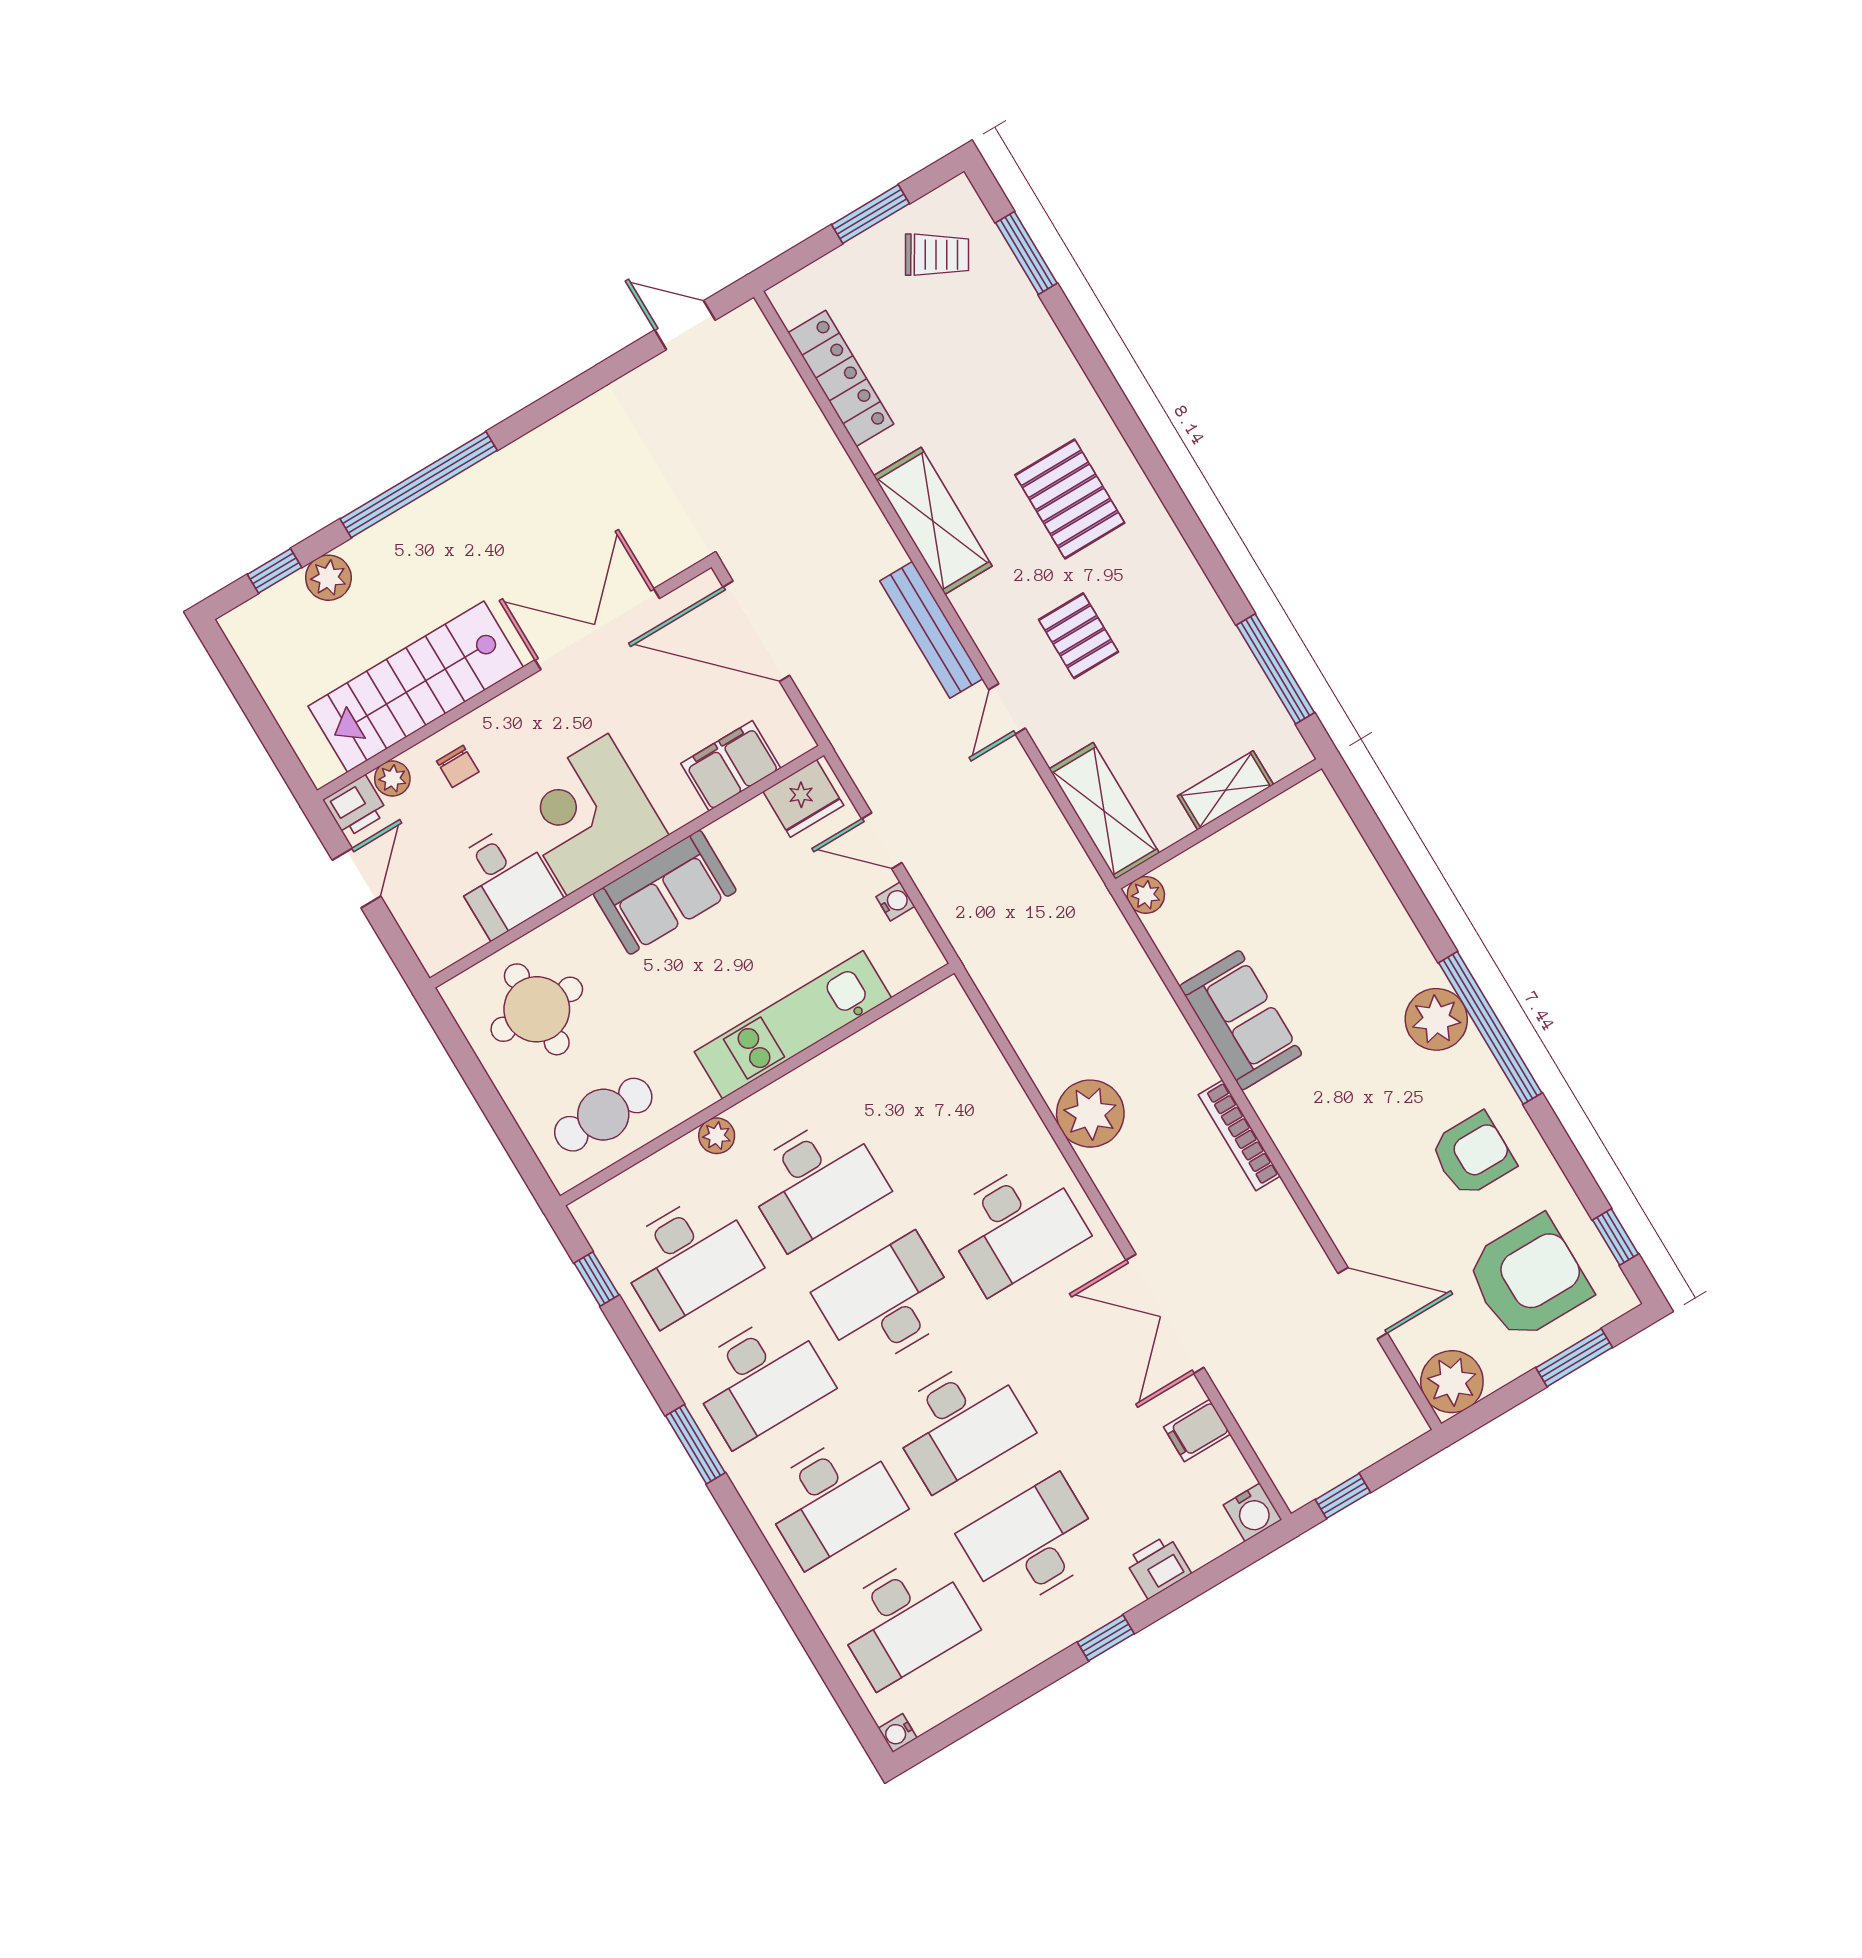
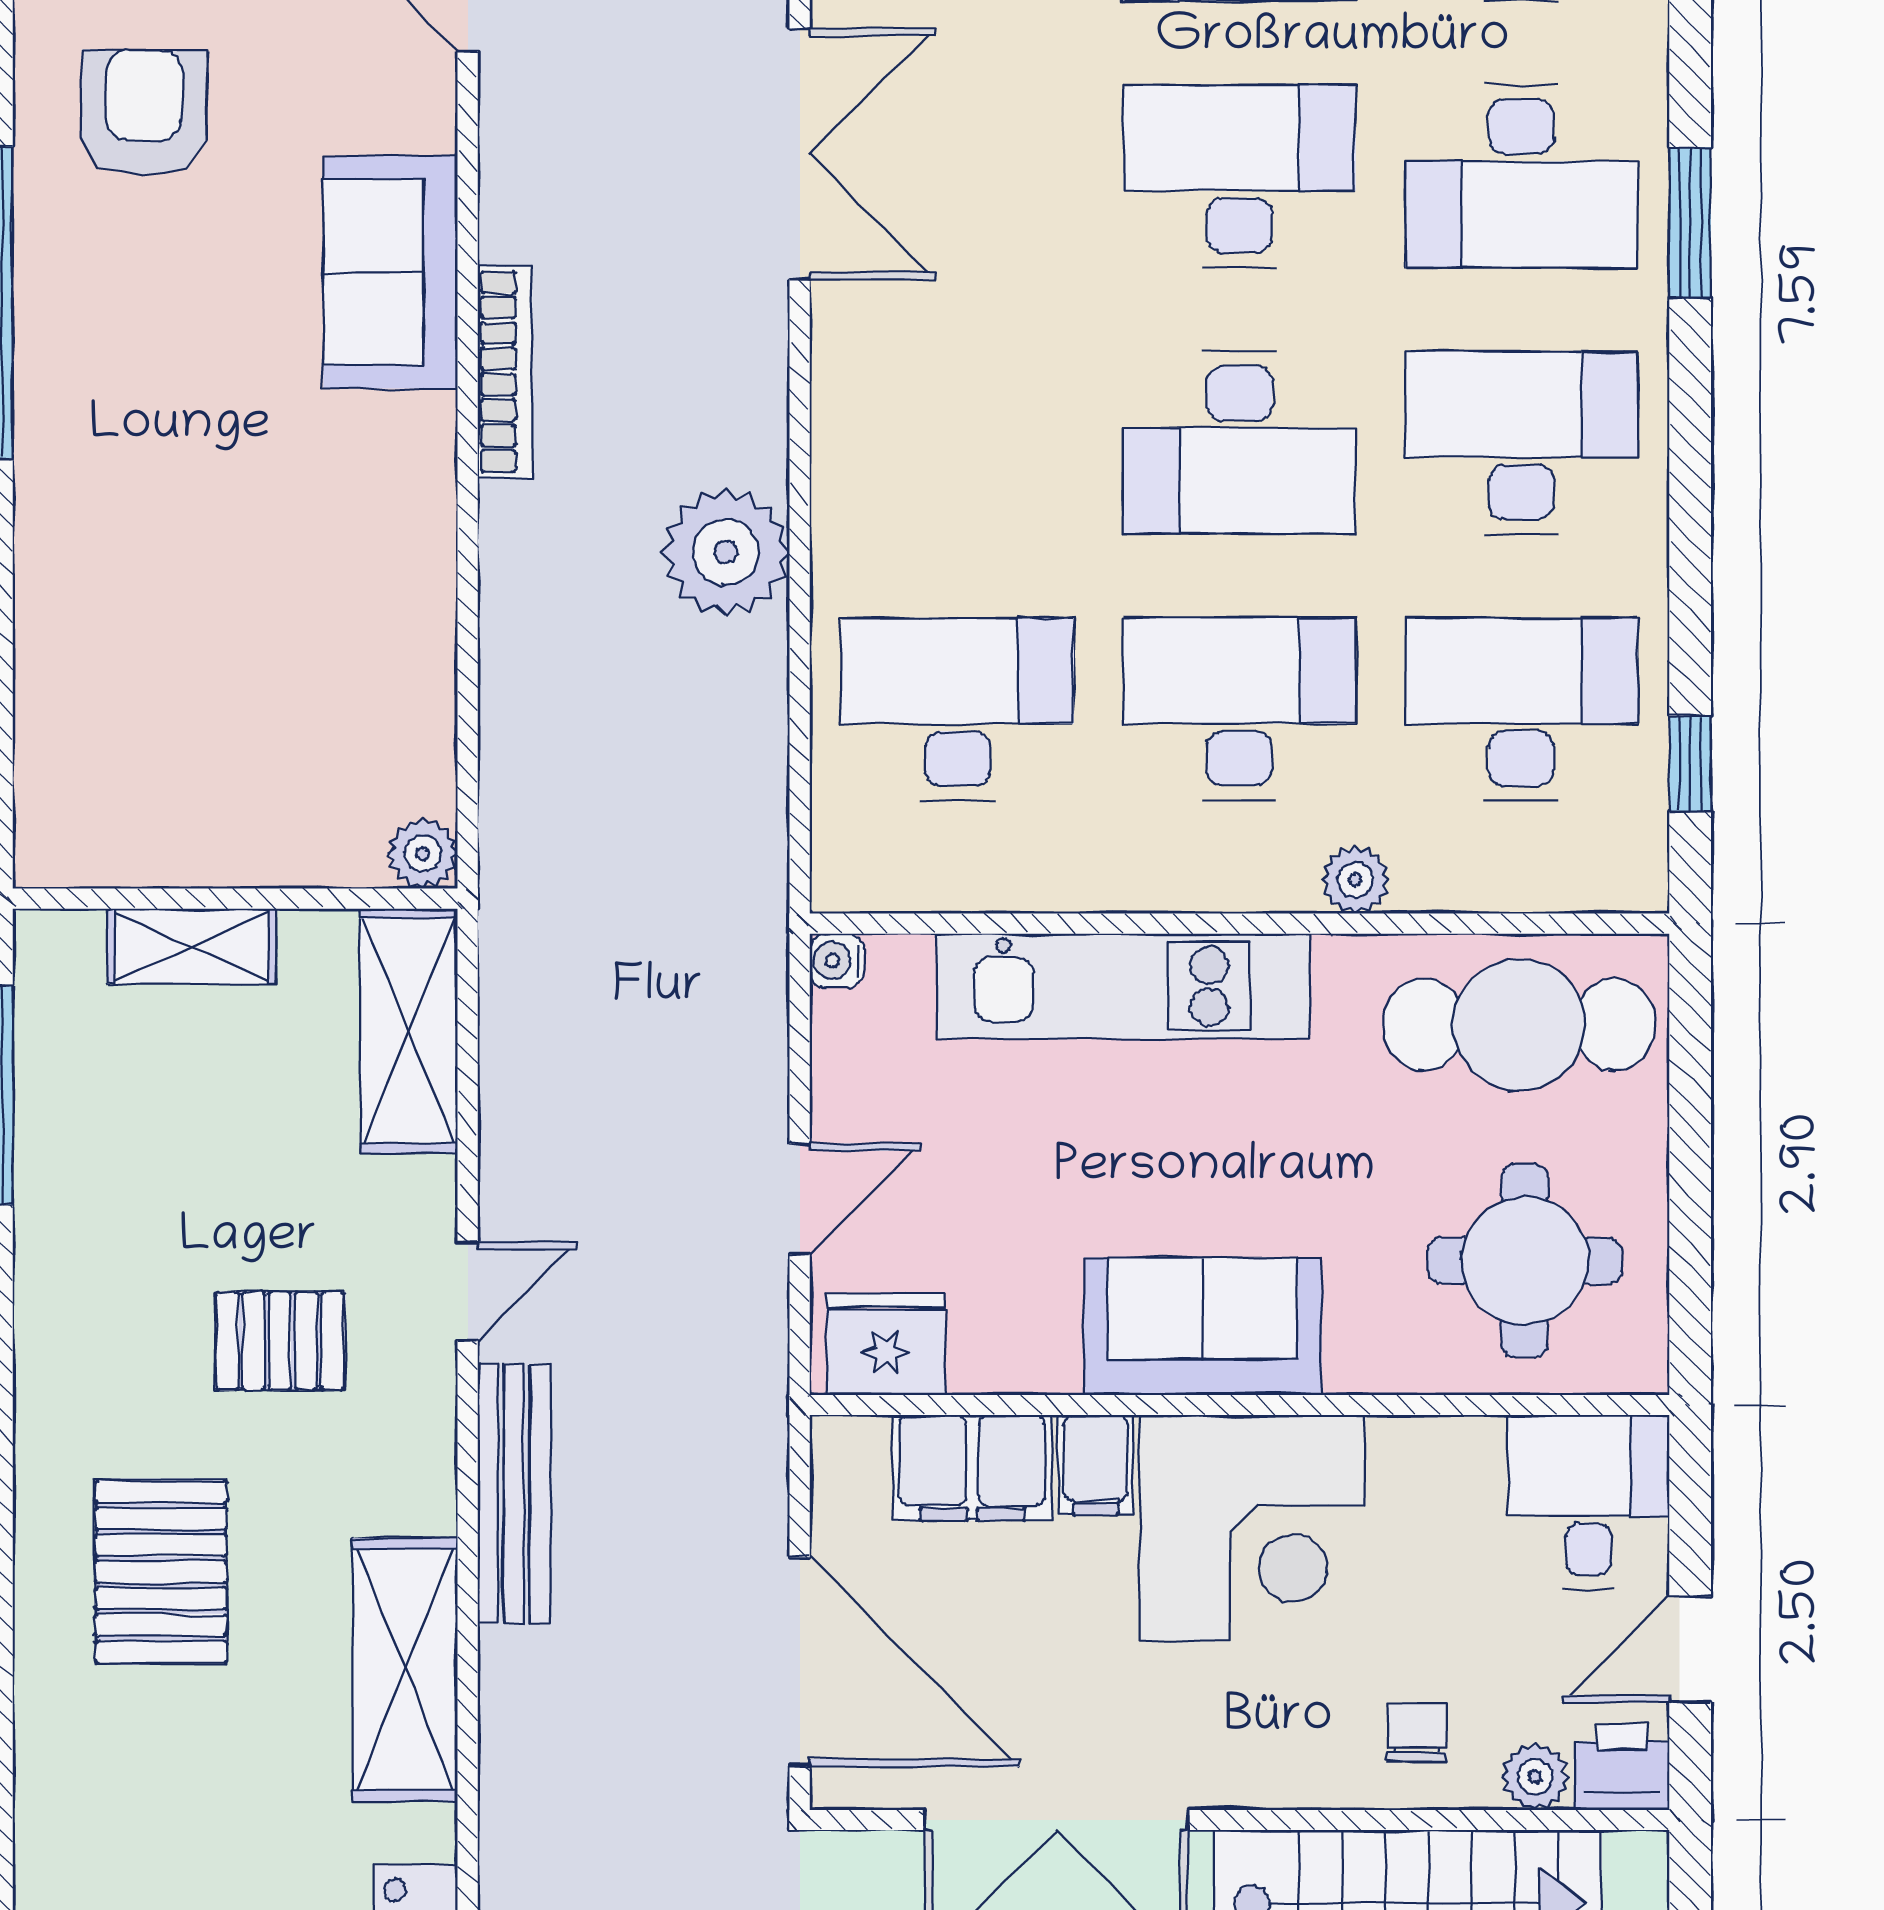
pallet: (1079, 636) -> (280, 1341), turned 90
filing cabinet: (676, 801) -> (1096, 1465), added
door: (882, 841) -> (800, 1199), hinge flipped
desk: (504, 880) -> (1589, 1502), moved
water cooler: (895, 901) -> (837, 961), moved
plant: (1436, 1019) -> (71, 369), removed
sofa: (1241, 1020) -> (390, 272), moved
cafe table: (603, 1115) -> (1519, 1025), width x1.37, depth x1.35
armchair: (1473, 1155) -> (144, 113), turned 91
desk: (1015, 1226) -> (958, 709), moved
window: (695, 1444) -> (1690, 223), moved
desk: (832, 1499) -> (1521, 176), turned 180

